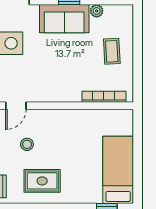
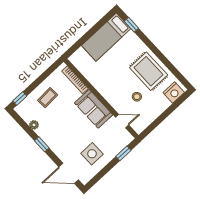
sofa: (64, 19) -> (94, 109), moved, turned 180
window: (138, 22) -> (20, 99), added
rug: (42, 181) -> (149, 71), width x1.36, depth x1.43

